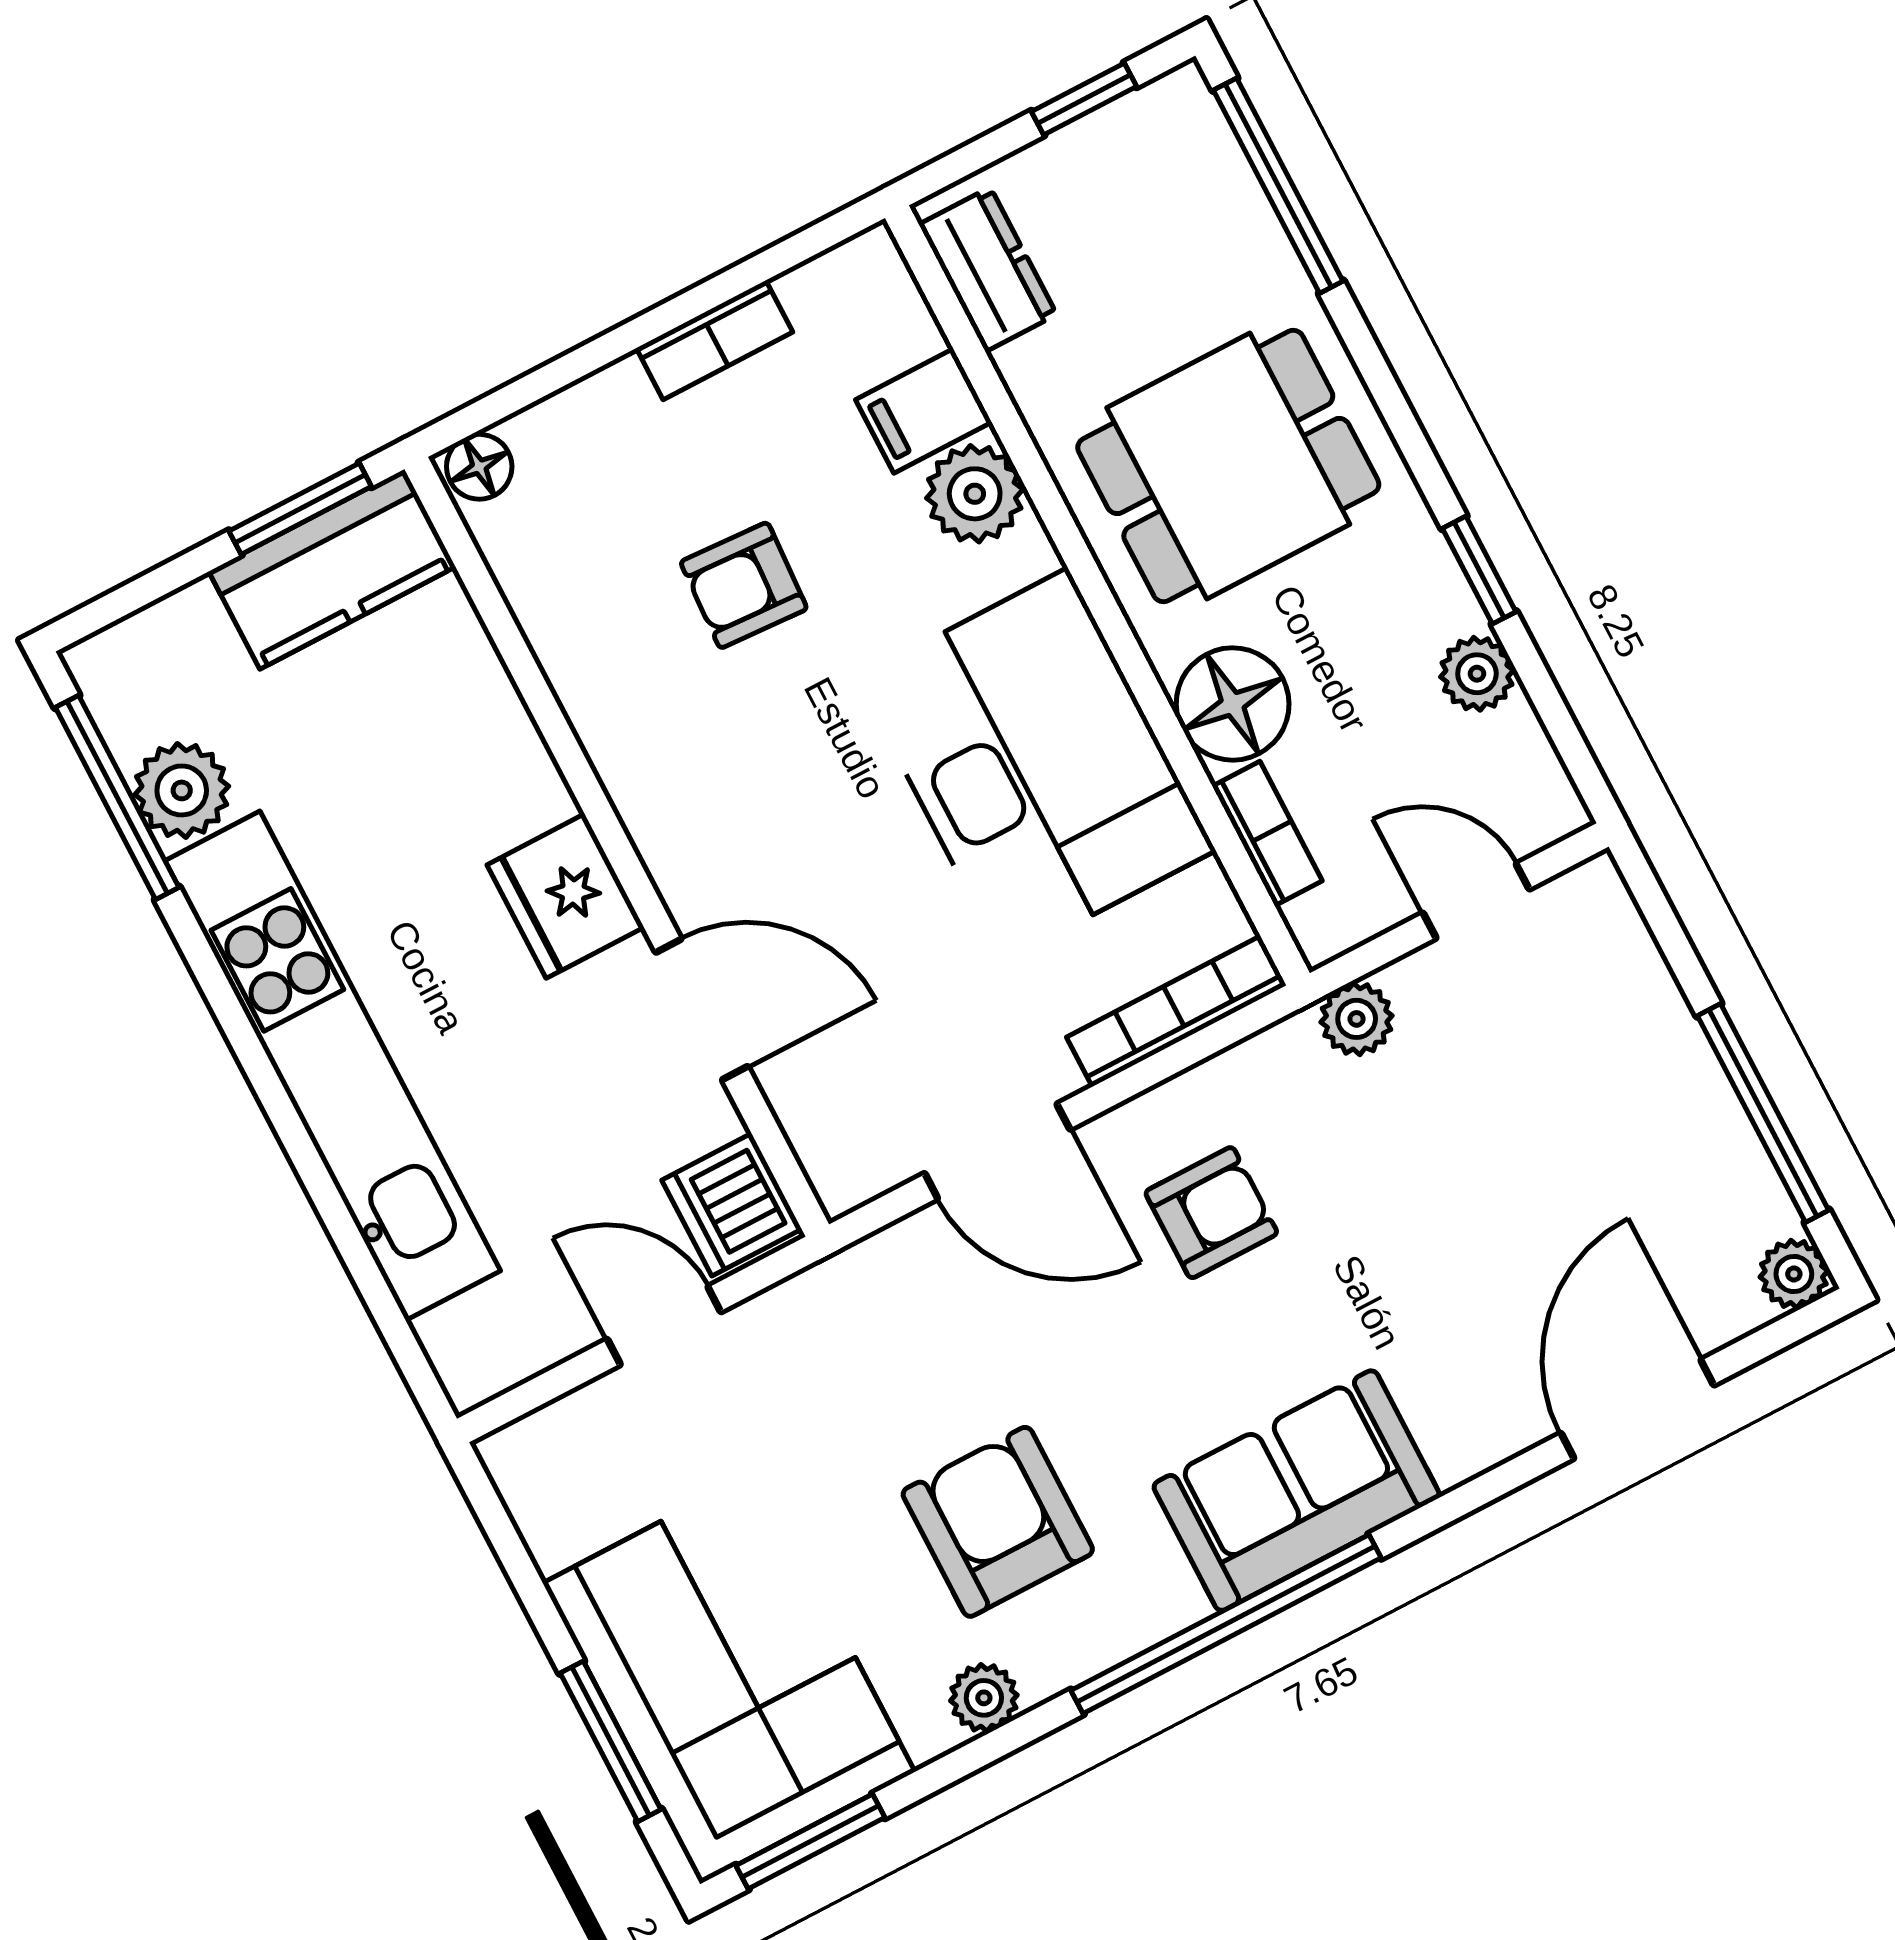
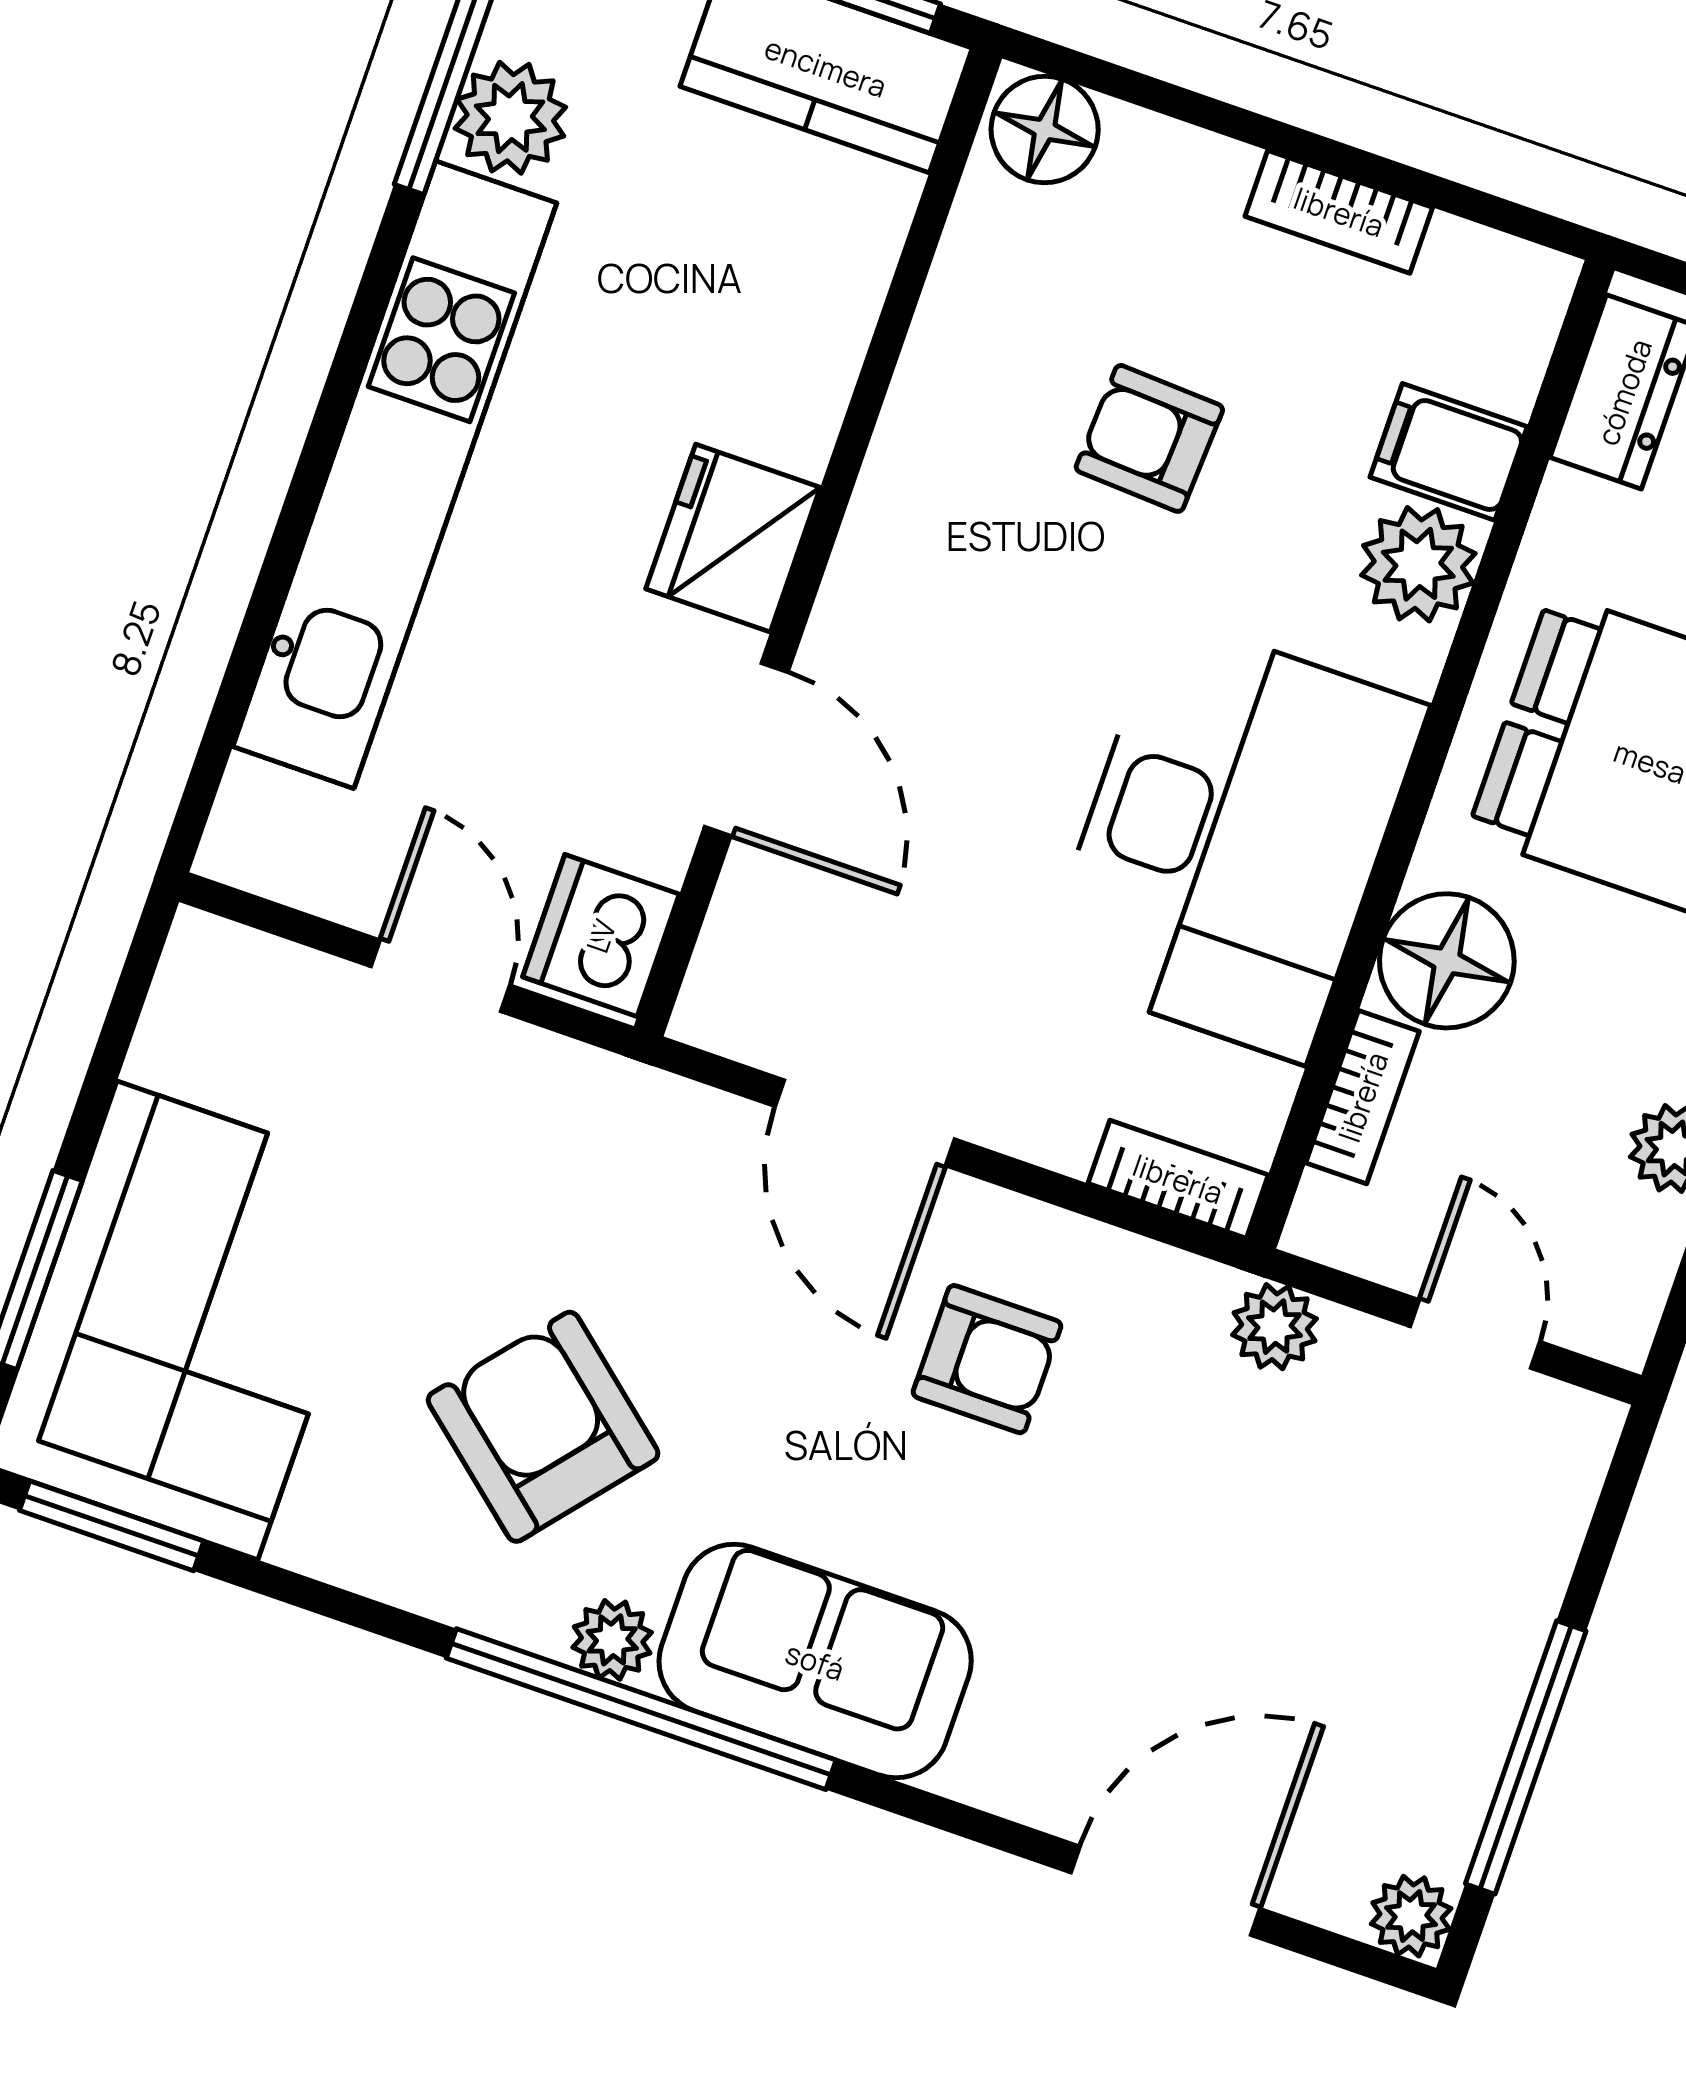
floor lamp: (479, 467) -> (1045, 130), width x1.37, depth x1.37
bookcase: (1176, 1011) -> (1178, 1179), width x0.64
armchair: (998, 1522) -> (543, 1427), turned -50
plant: (984, 1698) -> (612, 1640), moved

